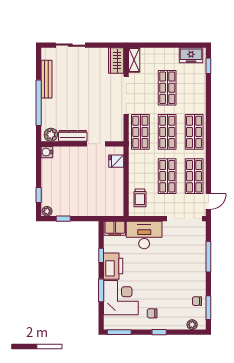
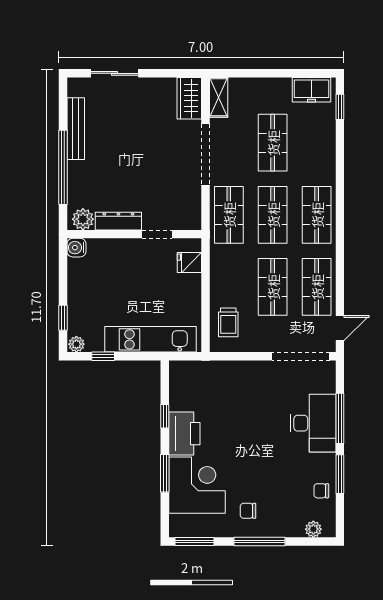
kitchen unit: (92, 208) -> (150, 339), added
filing cabinet: (115, 228) -> (187, 372), removed
desk: (144, 235) -> (313, 423), moved, turned 90
window: (208, 308) -> (340, 474), moved
window: (159, 332) -> (260, 542), width x2.17

